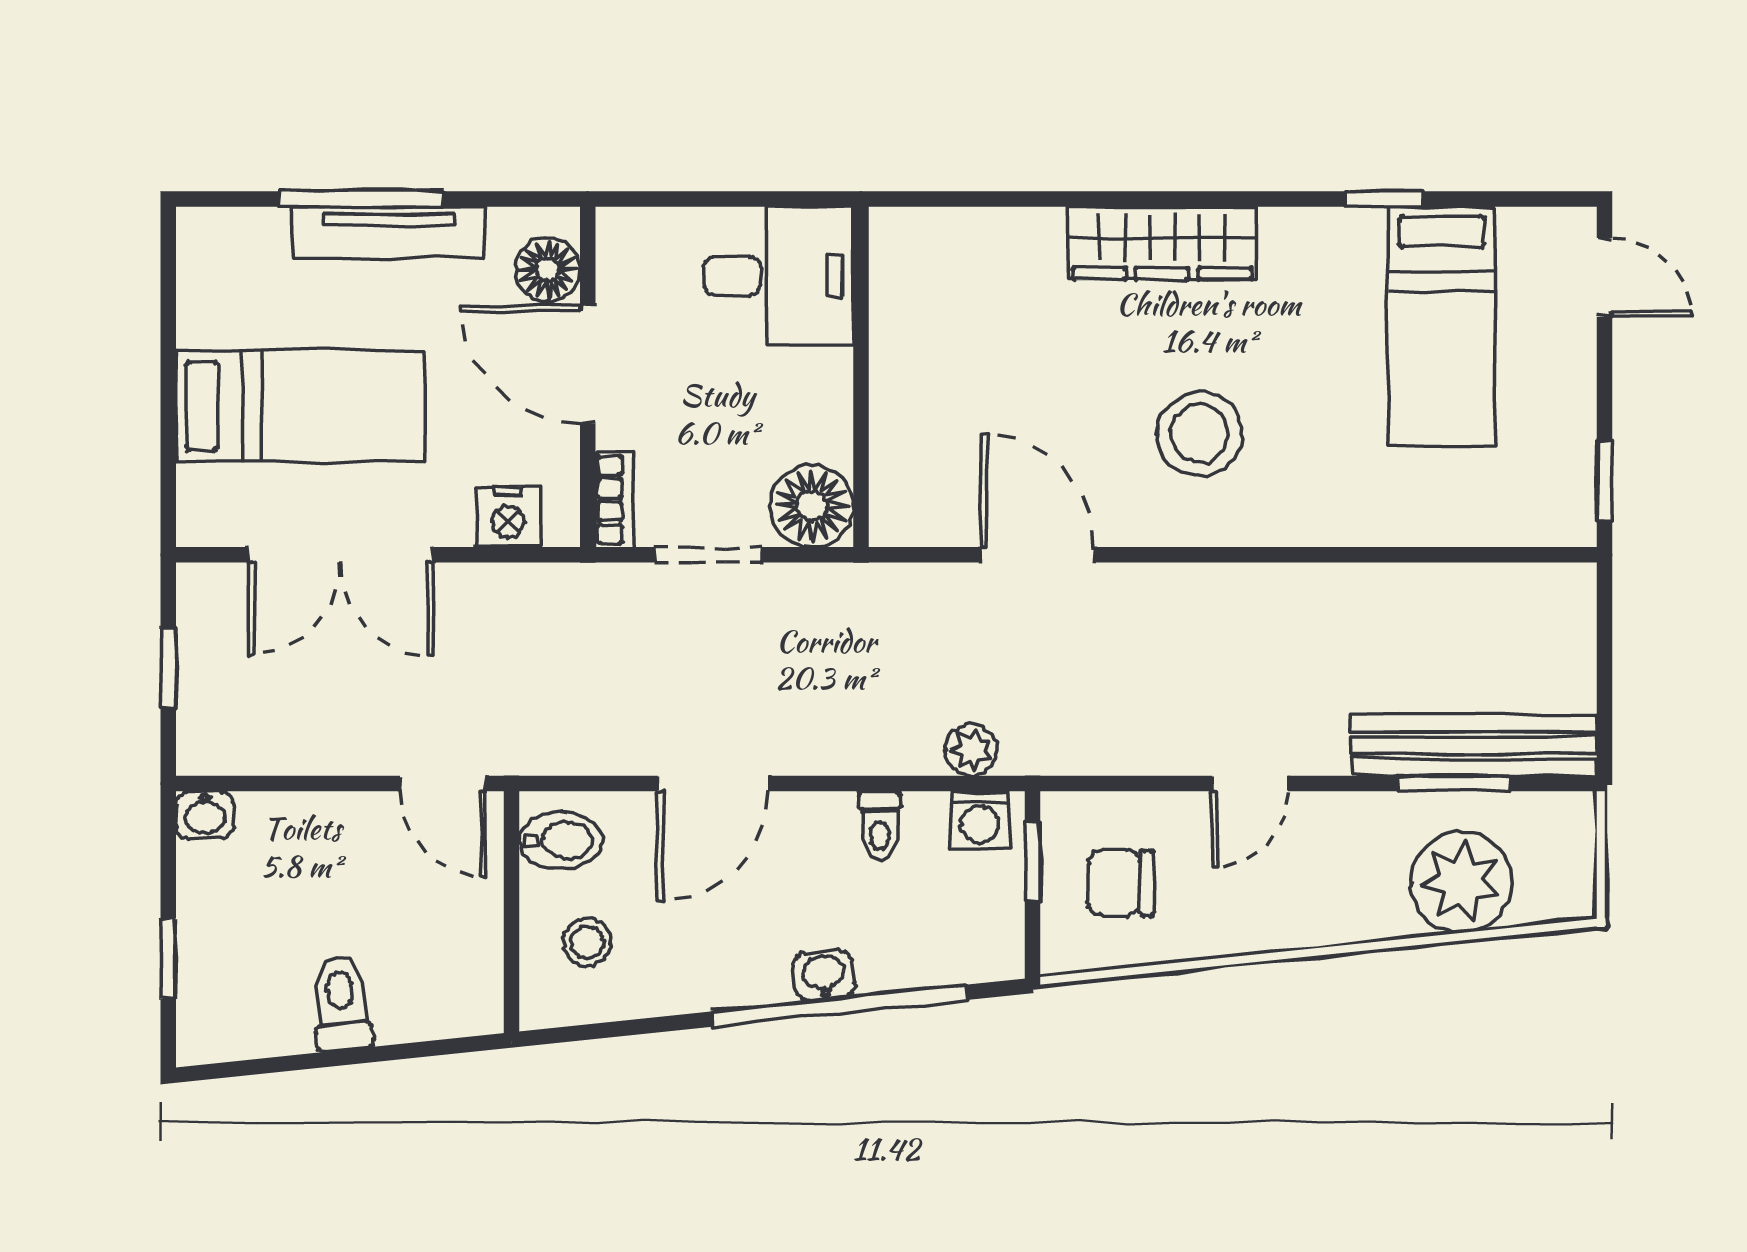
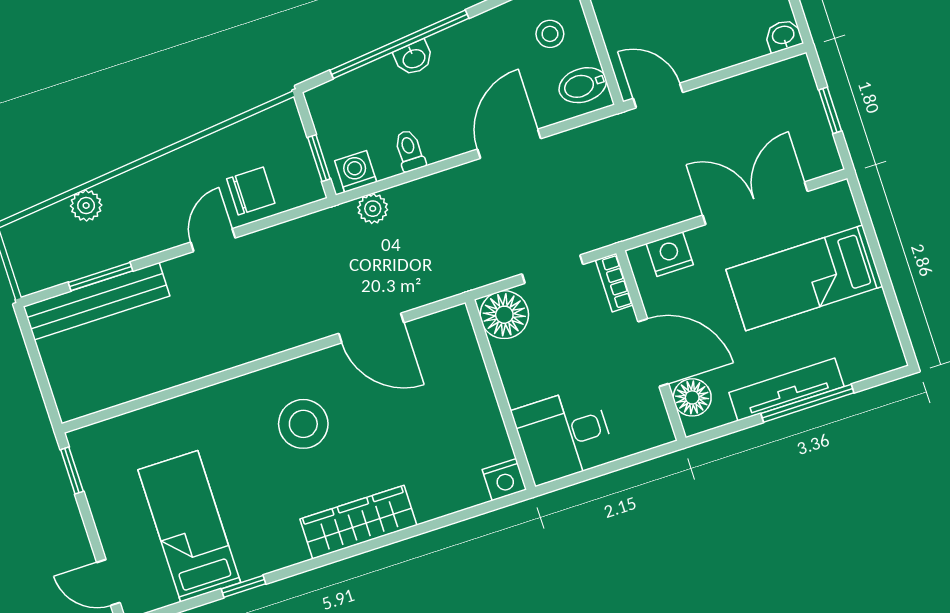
nightstand: (900, 235) -> (504, 480), added
plant: (1461, 882) -> (86, 205), width x0.53, depth x0.53
chair: (1120, 883) -> (251, 191), moved

